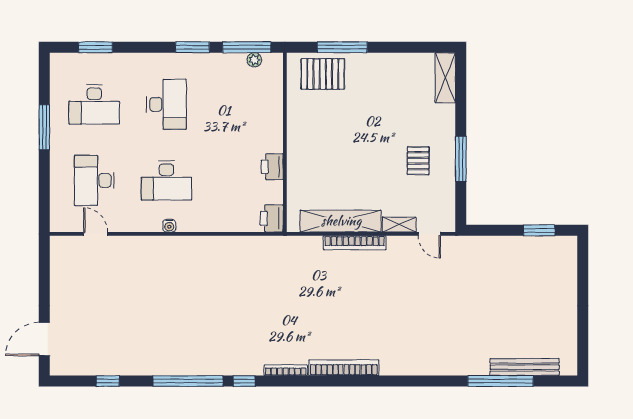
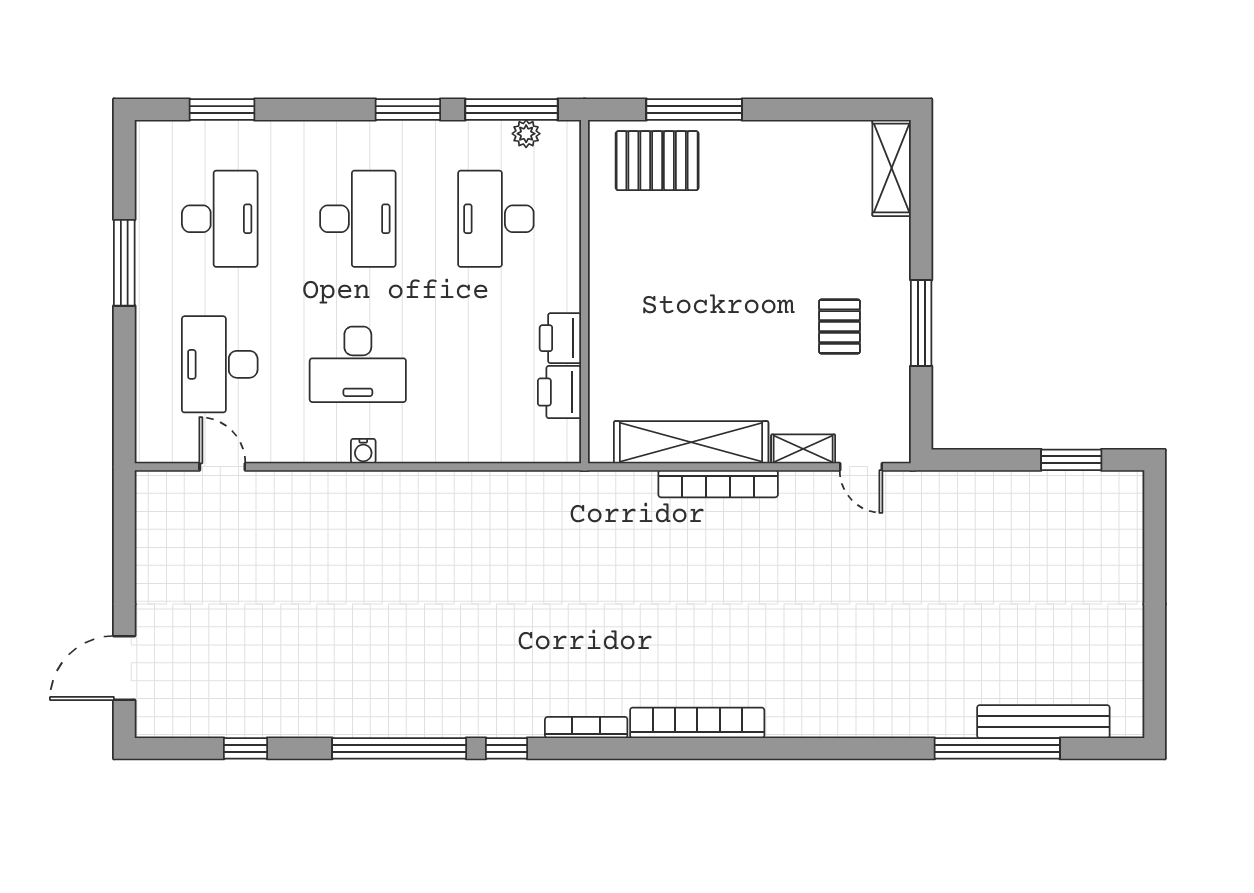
desk: (94, 104) -> (220, 219), turned -90
desk: (239, 104) -> (496, 219), added
printer: (272, 218) -> (559, 392), moved

